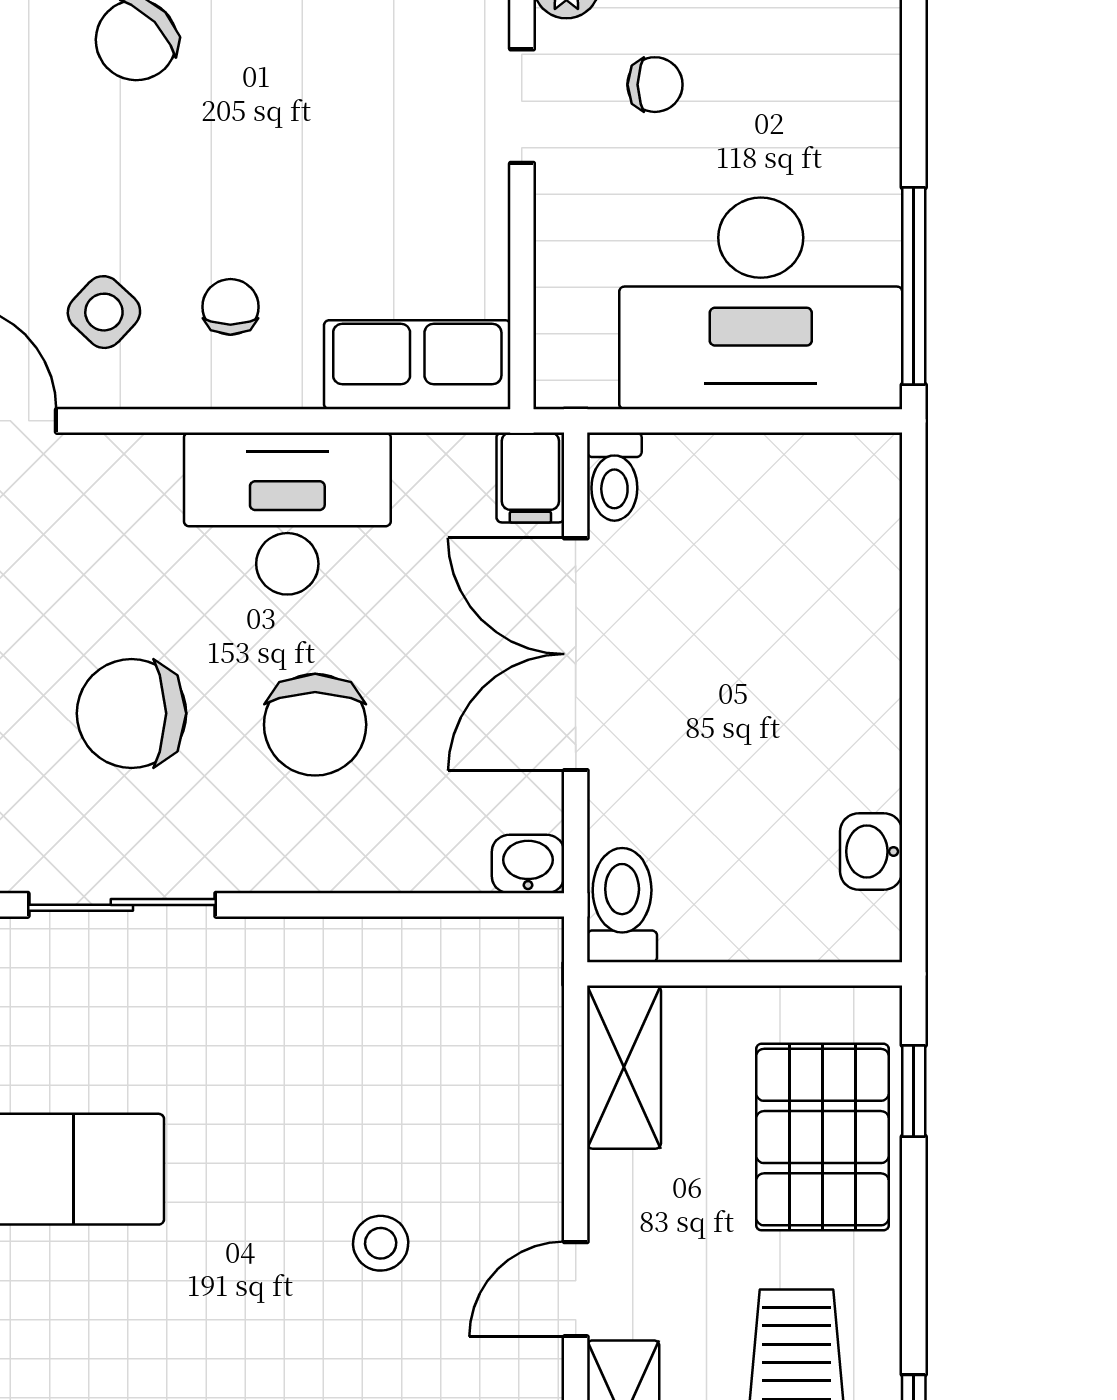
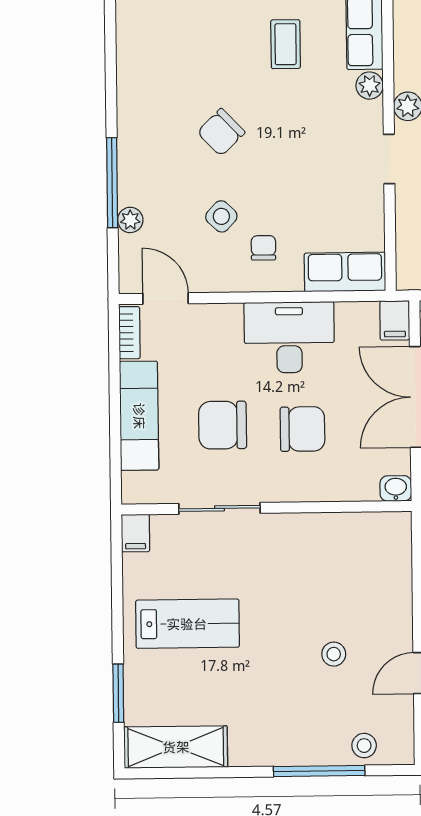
side table: (104, 312) -> (221, 216), moved
chair: (315, 725) -> (302, 429), turned -90

